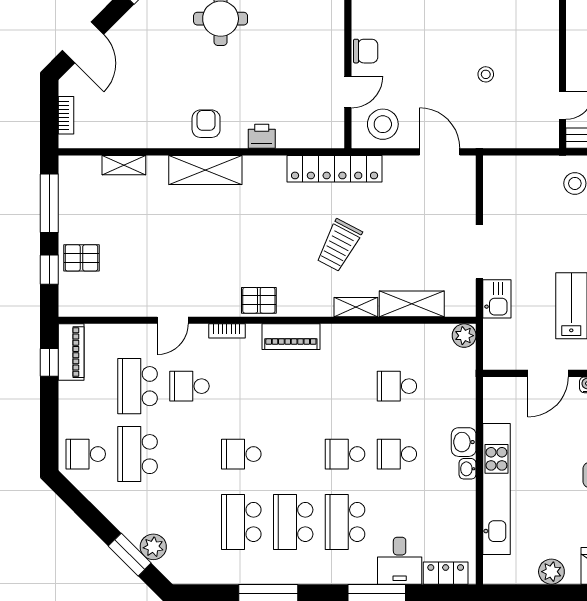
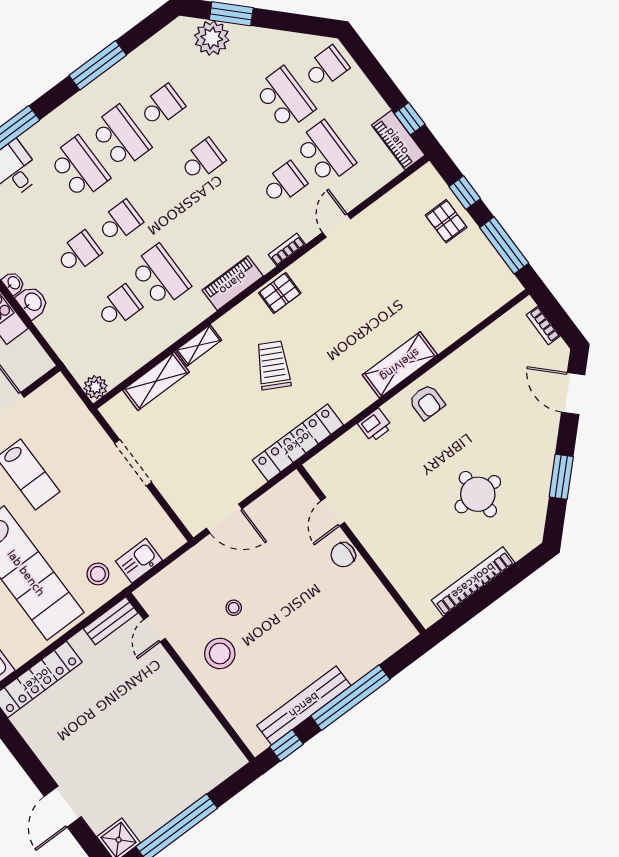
stool: (383, 124) -> (220, 653), moved
shelving: (124, 165) -> (468, 320), removed
trolley: (339, 245) -> (273, 365), moved
pallet: (81, 258) -> (446, 221), turned 90
kitchen sink: (497, 299) -> (139, 561), moved, turned 90
school desk: (345, 386) -> (160, 276), added
school desk: (241, 522) -> (162, 106), width x0.54
plant: (153, 547) -> (212, 38), width x1.36, depth x1.36

